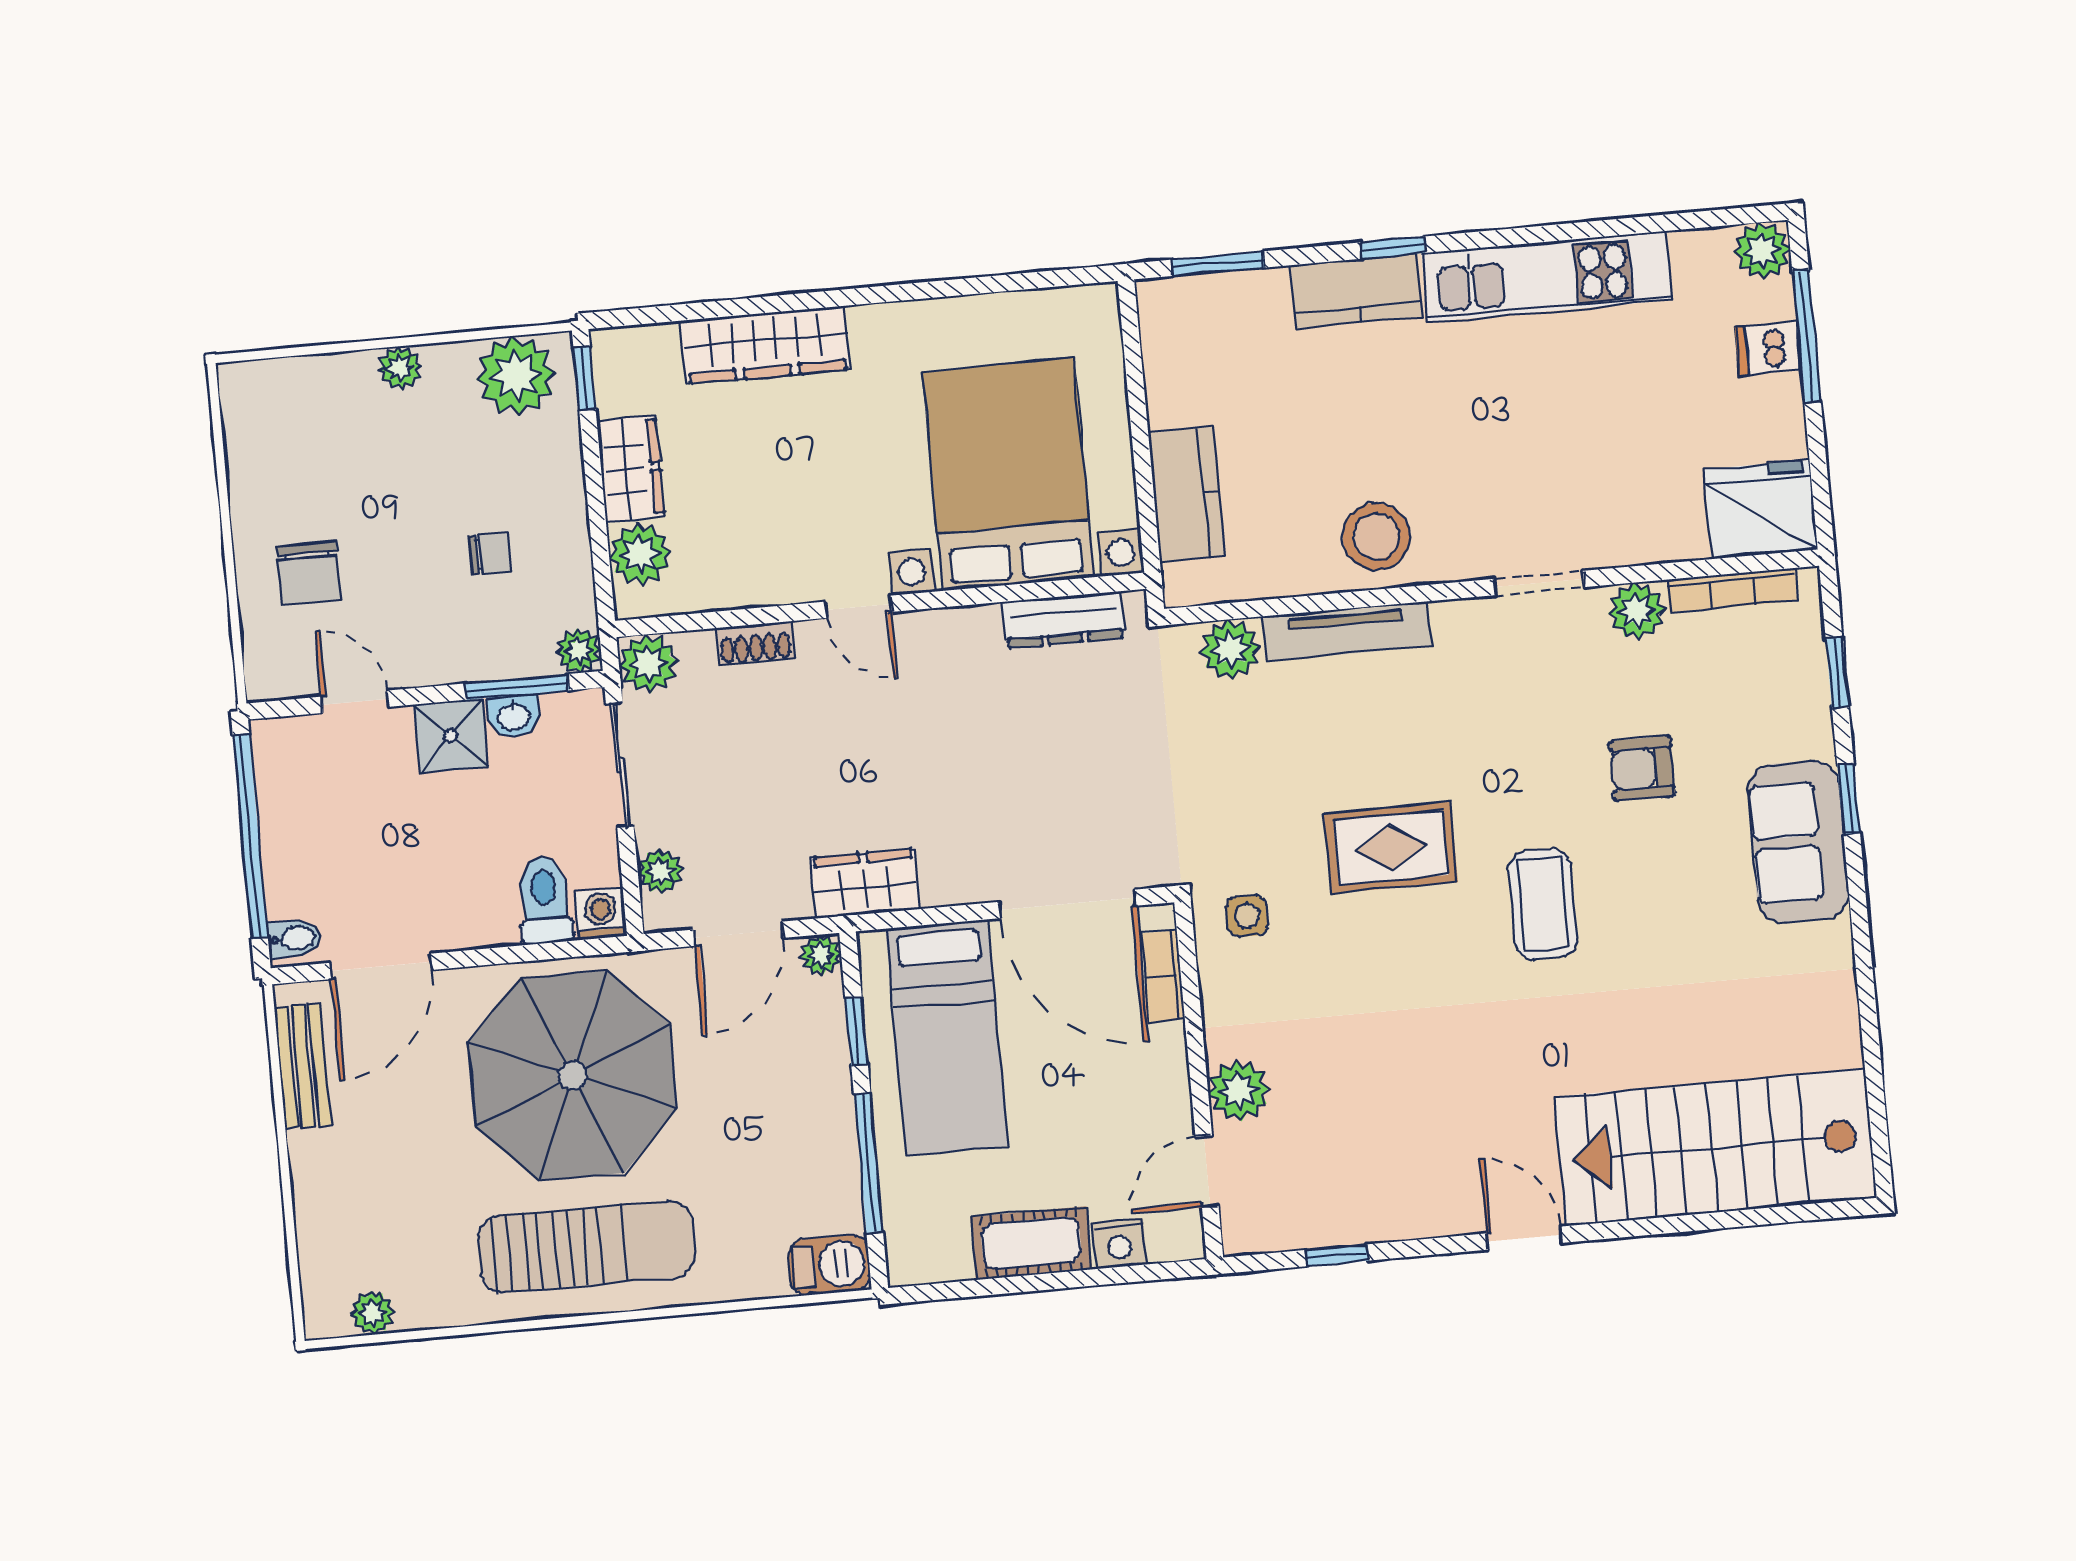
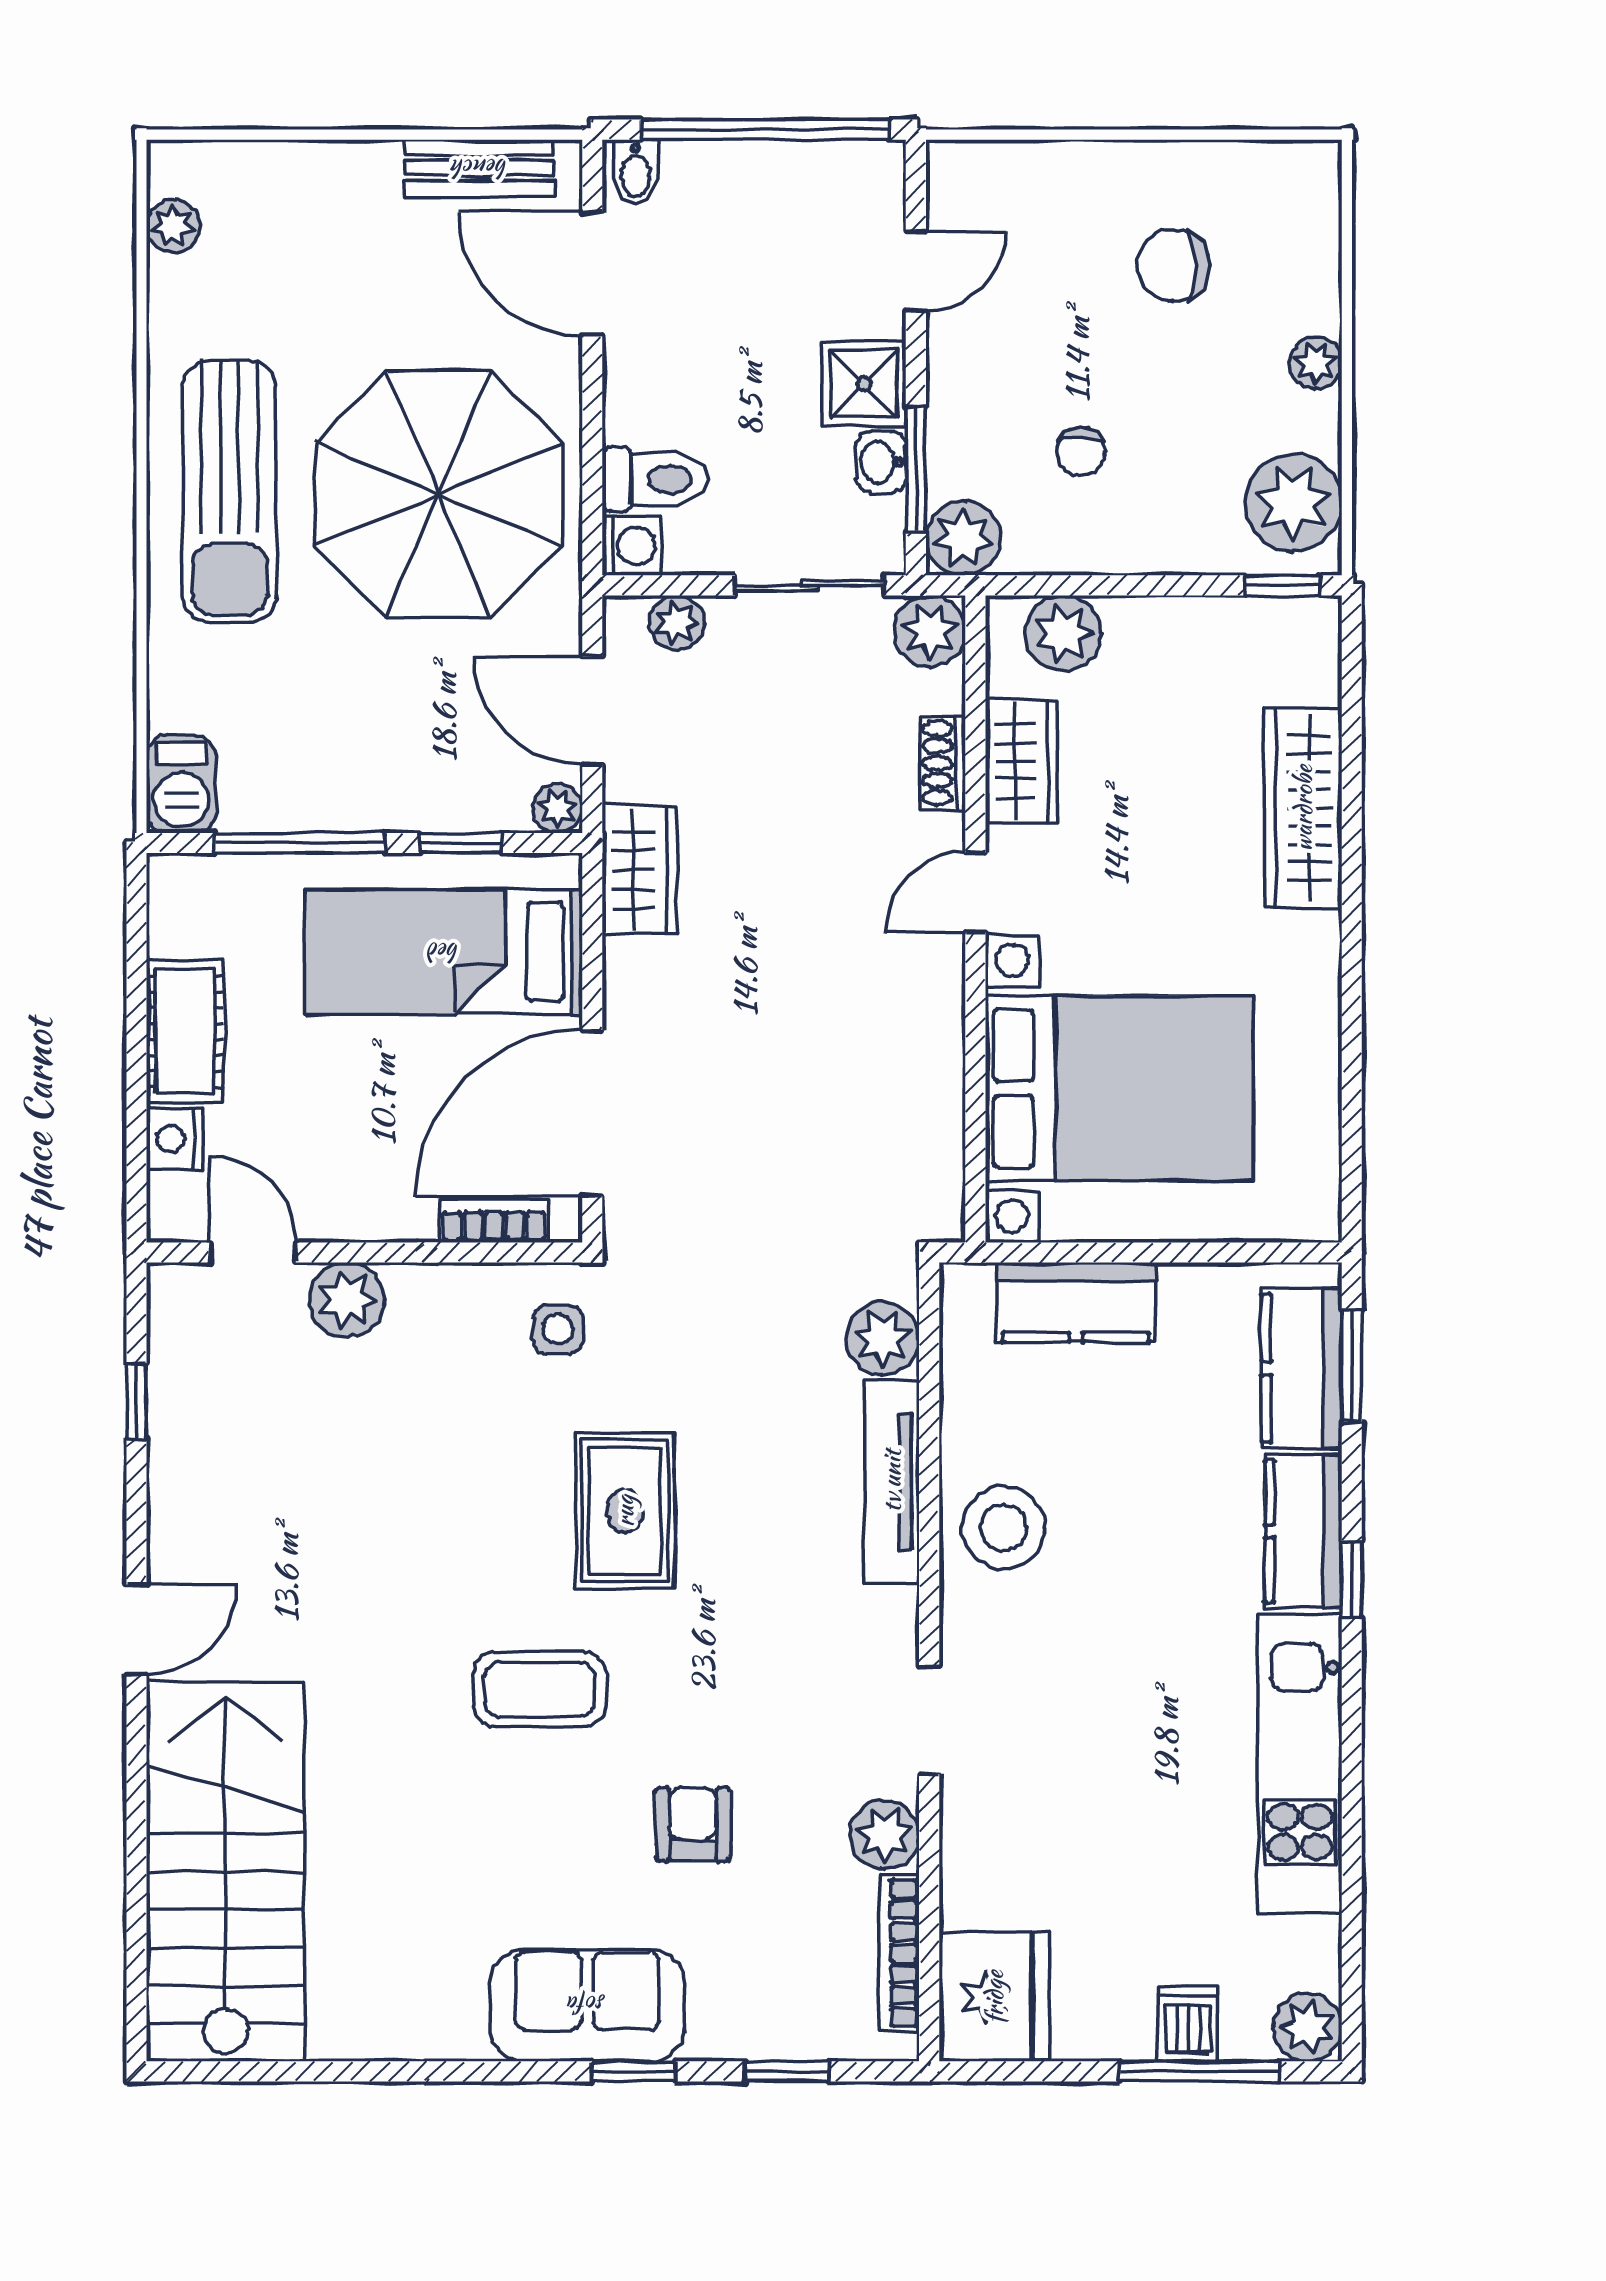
kitchen counter: (1224, 304) -> (1302, 1368), added
wardrobe: (631, 468) -> (1021, 761), moved, turned -90
chair: (309, 573) -> (1173, 265), moved
dresser: (1064, 620) -> (937, 1139), removed
plant: (579, 651) -> (963, 538), width x1.38, depth x1.38

